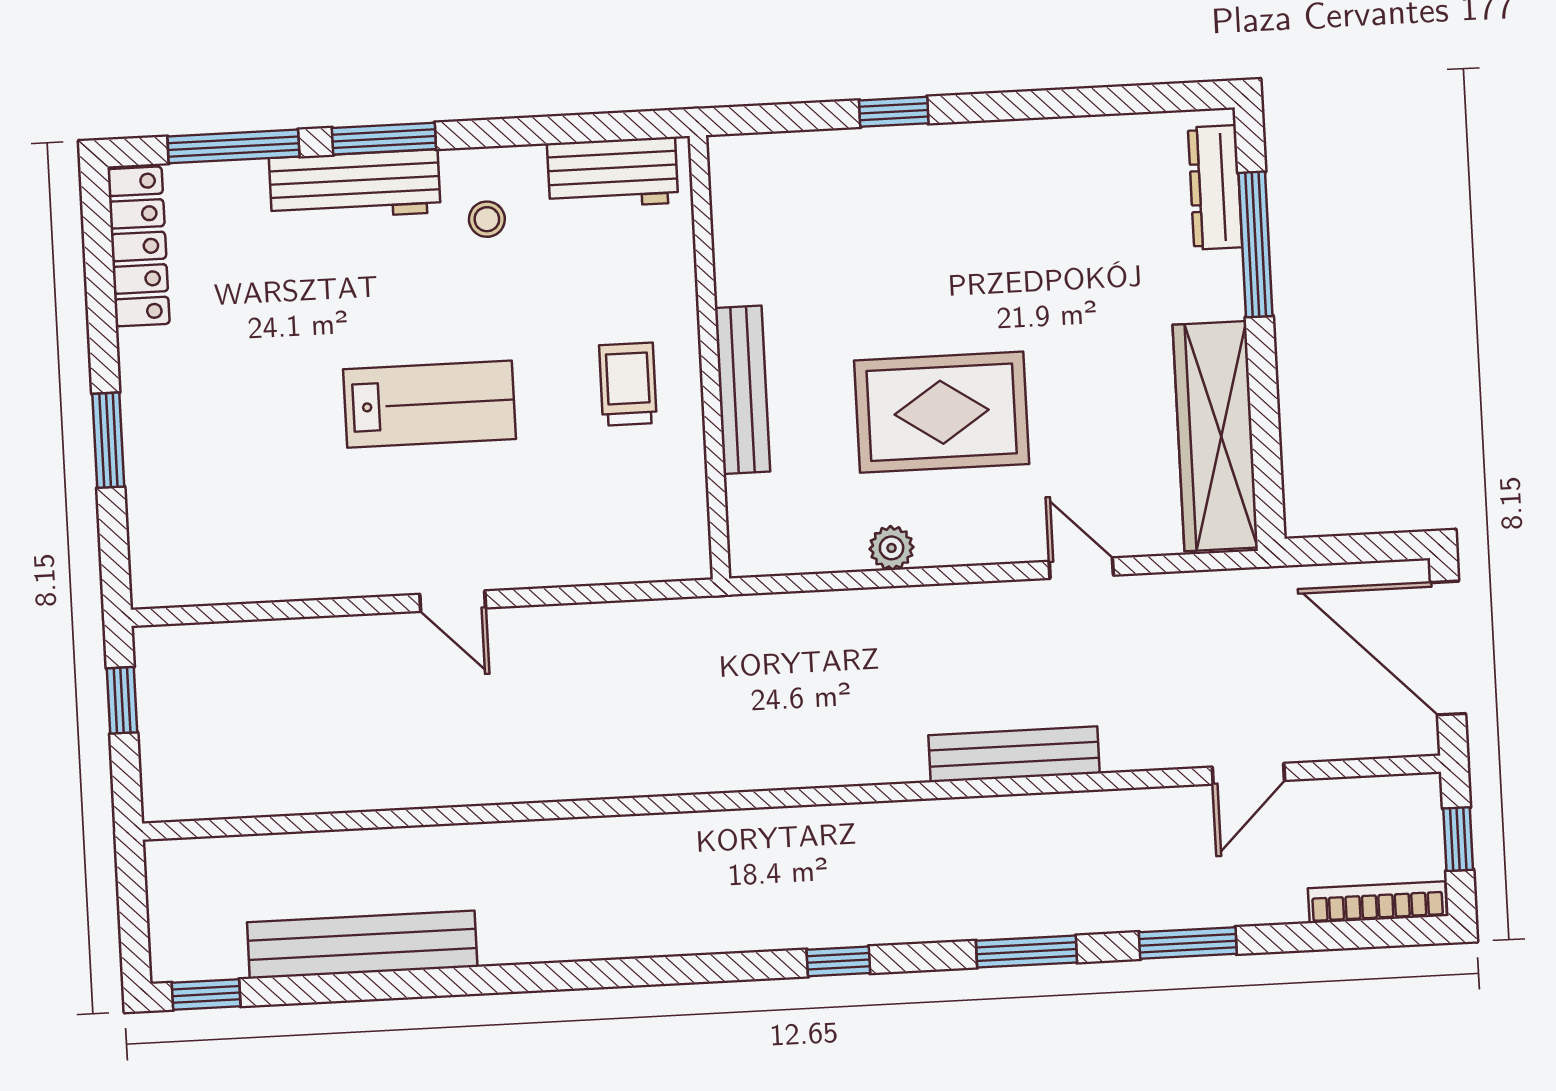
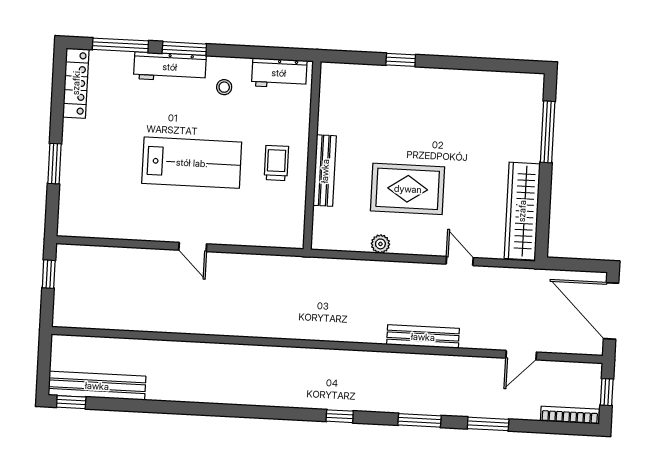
dresser: (1215, 187) -> (533, 106), removed
lab bench: (429, 404) -> (192, 163), width x1.36, depth x1.39
bench: (362, 945) -> (97, 386), moved

